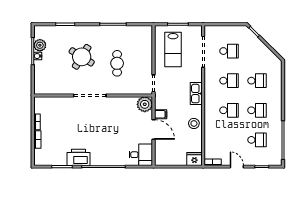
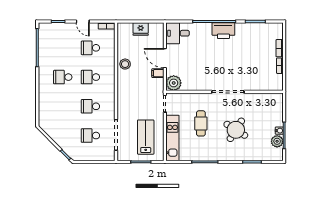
kitchen unit: (146, 49) -> (172, 138), added
school desk: (257, 81) -> (63, 106), removed
kitchen sink: (196, 94) -> (123, 94), removed
school desk: (257, 140) -> (90, 48), moved
printer: (79, 157) -> (223, 31), moved
fridge: (194, 159) -> (141, 29), moved

